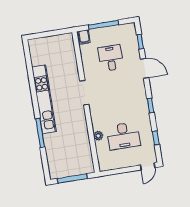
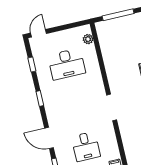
plant: (98, 136) -> (88, 39), moved
desk: (123, 136) -> (67, 64), turned 180

